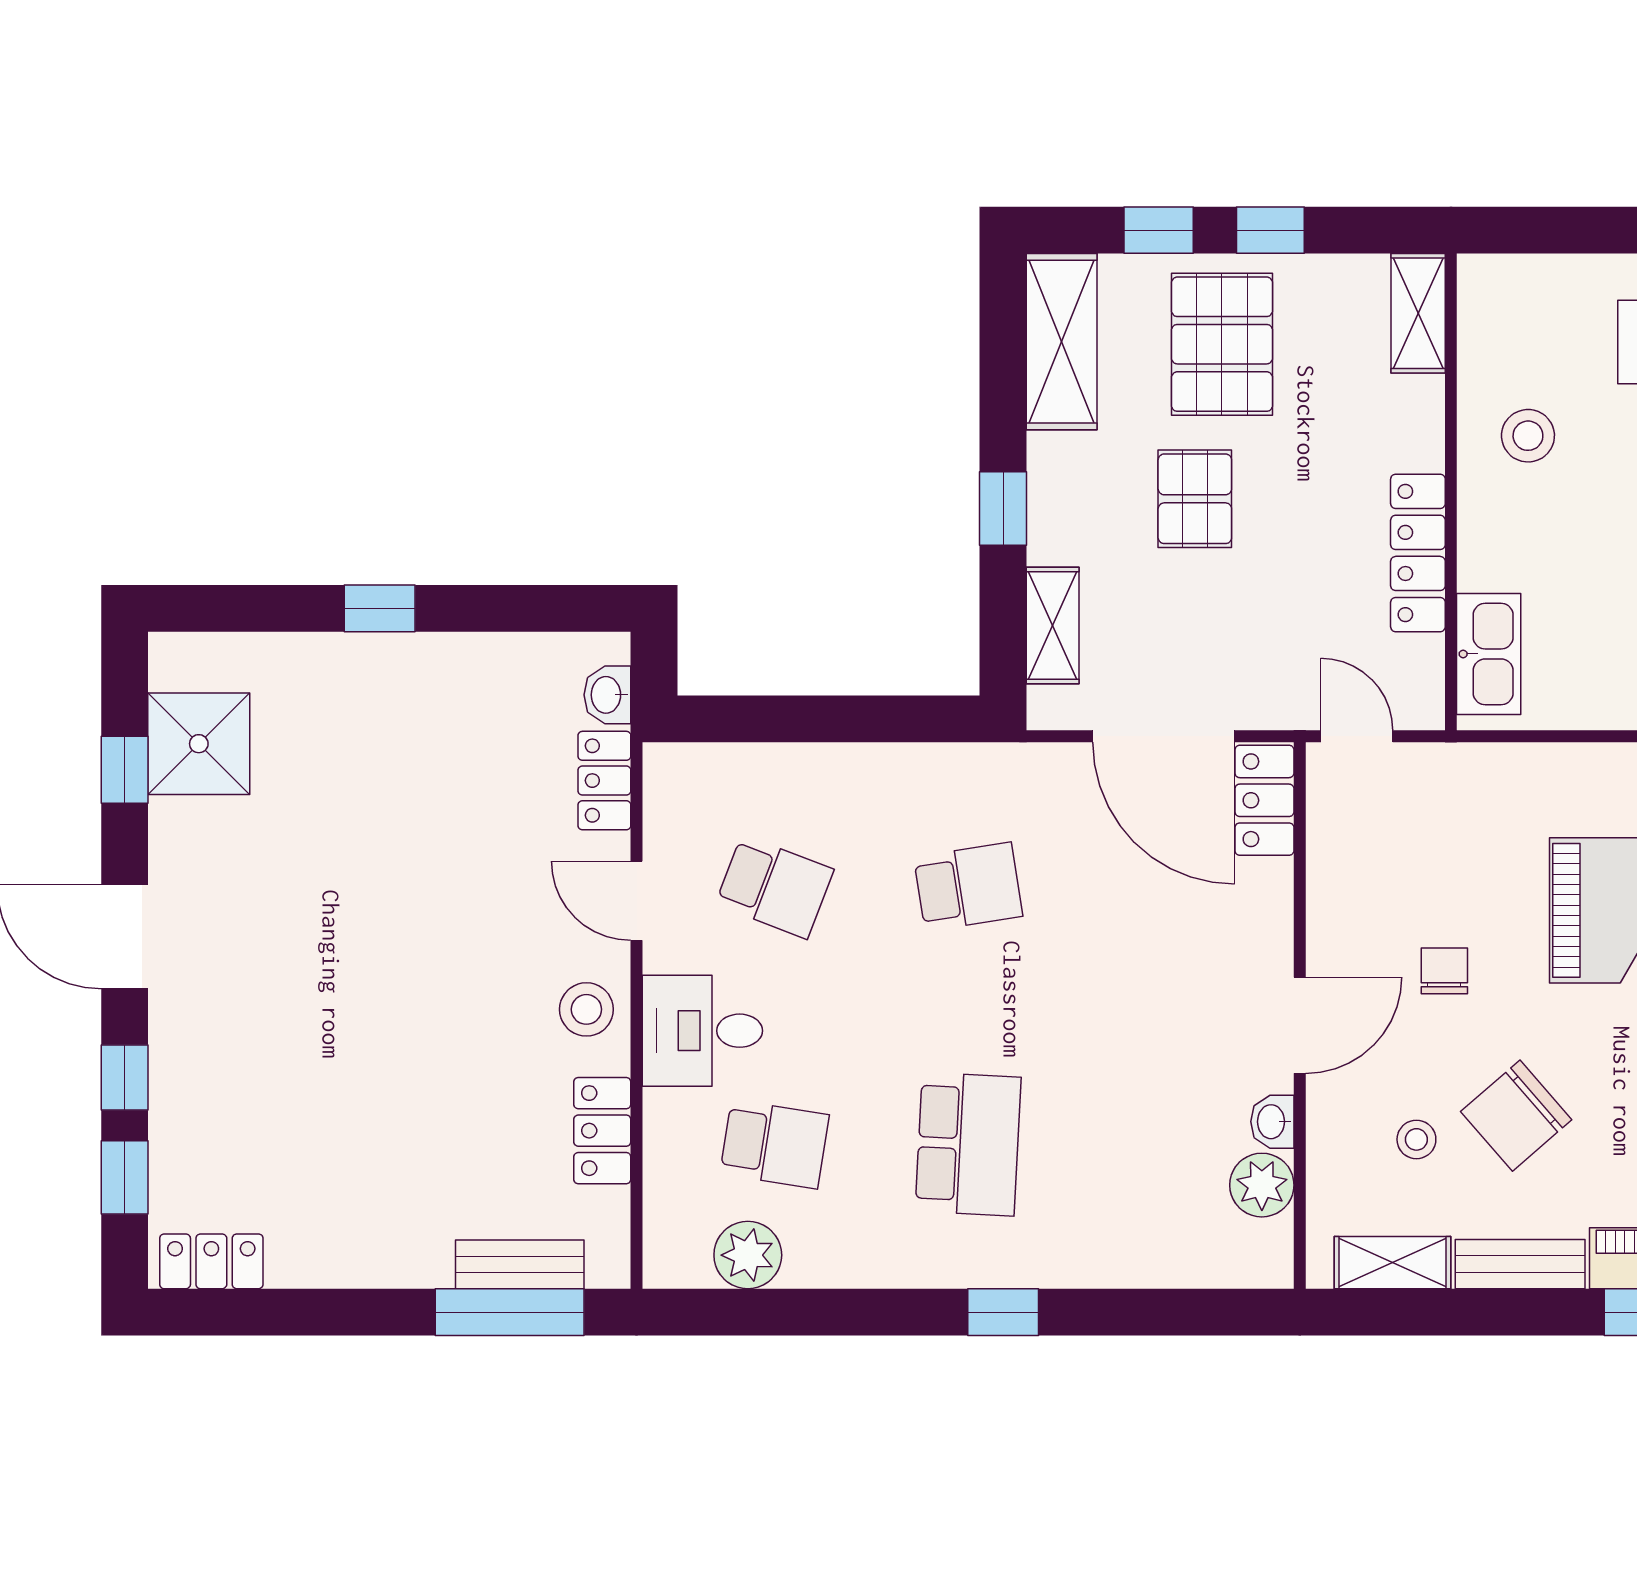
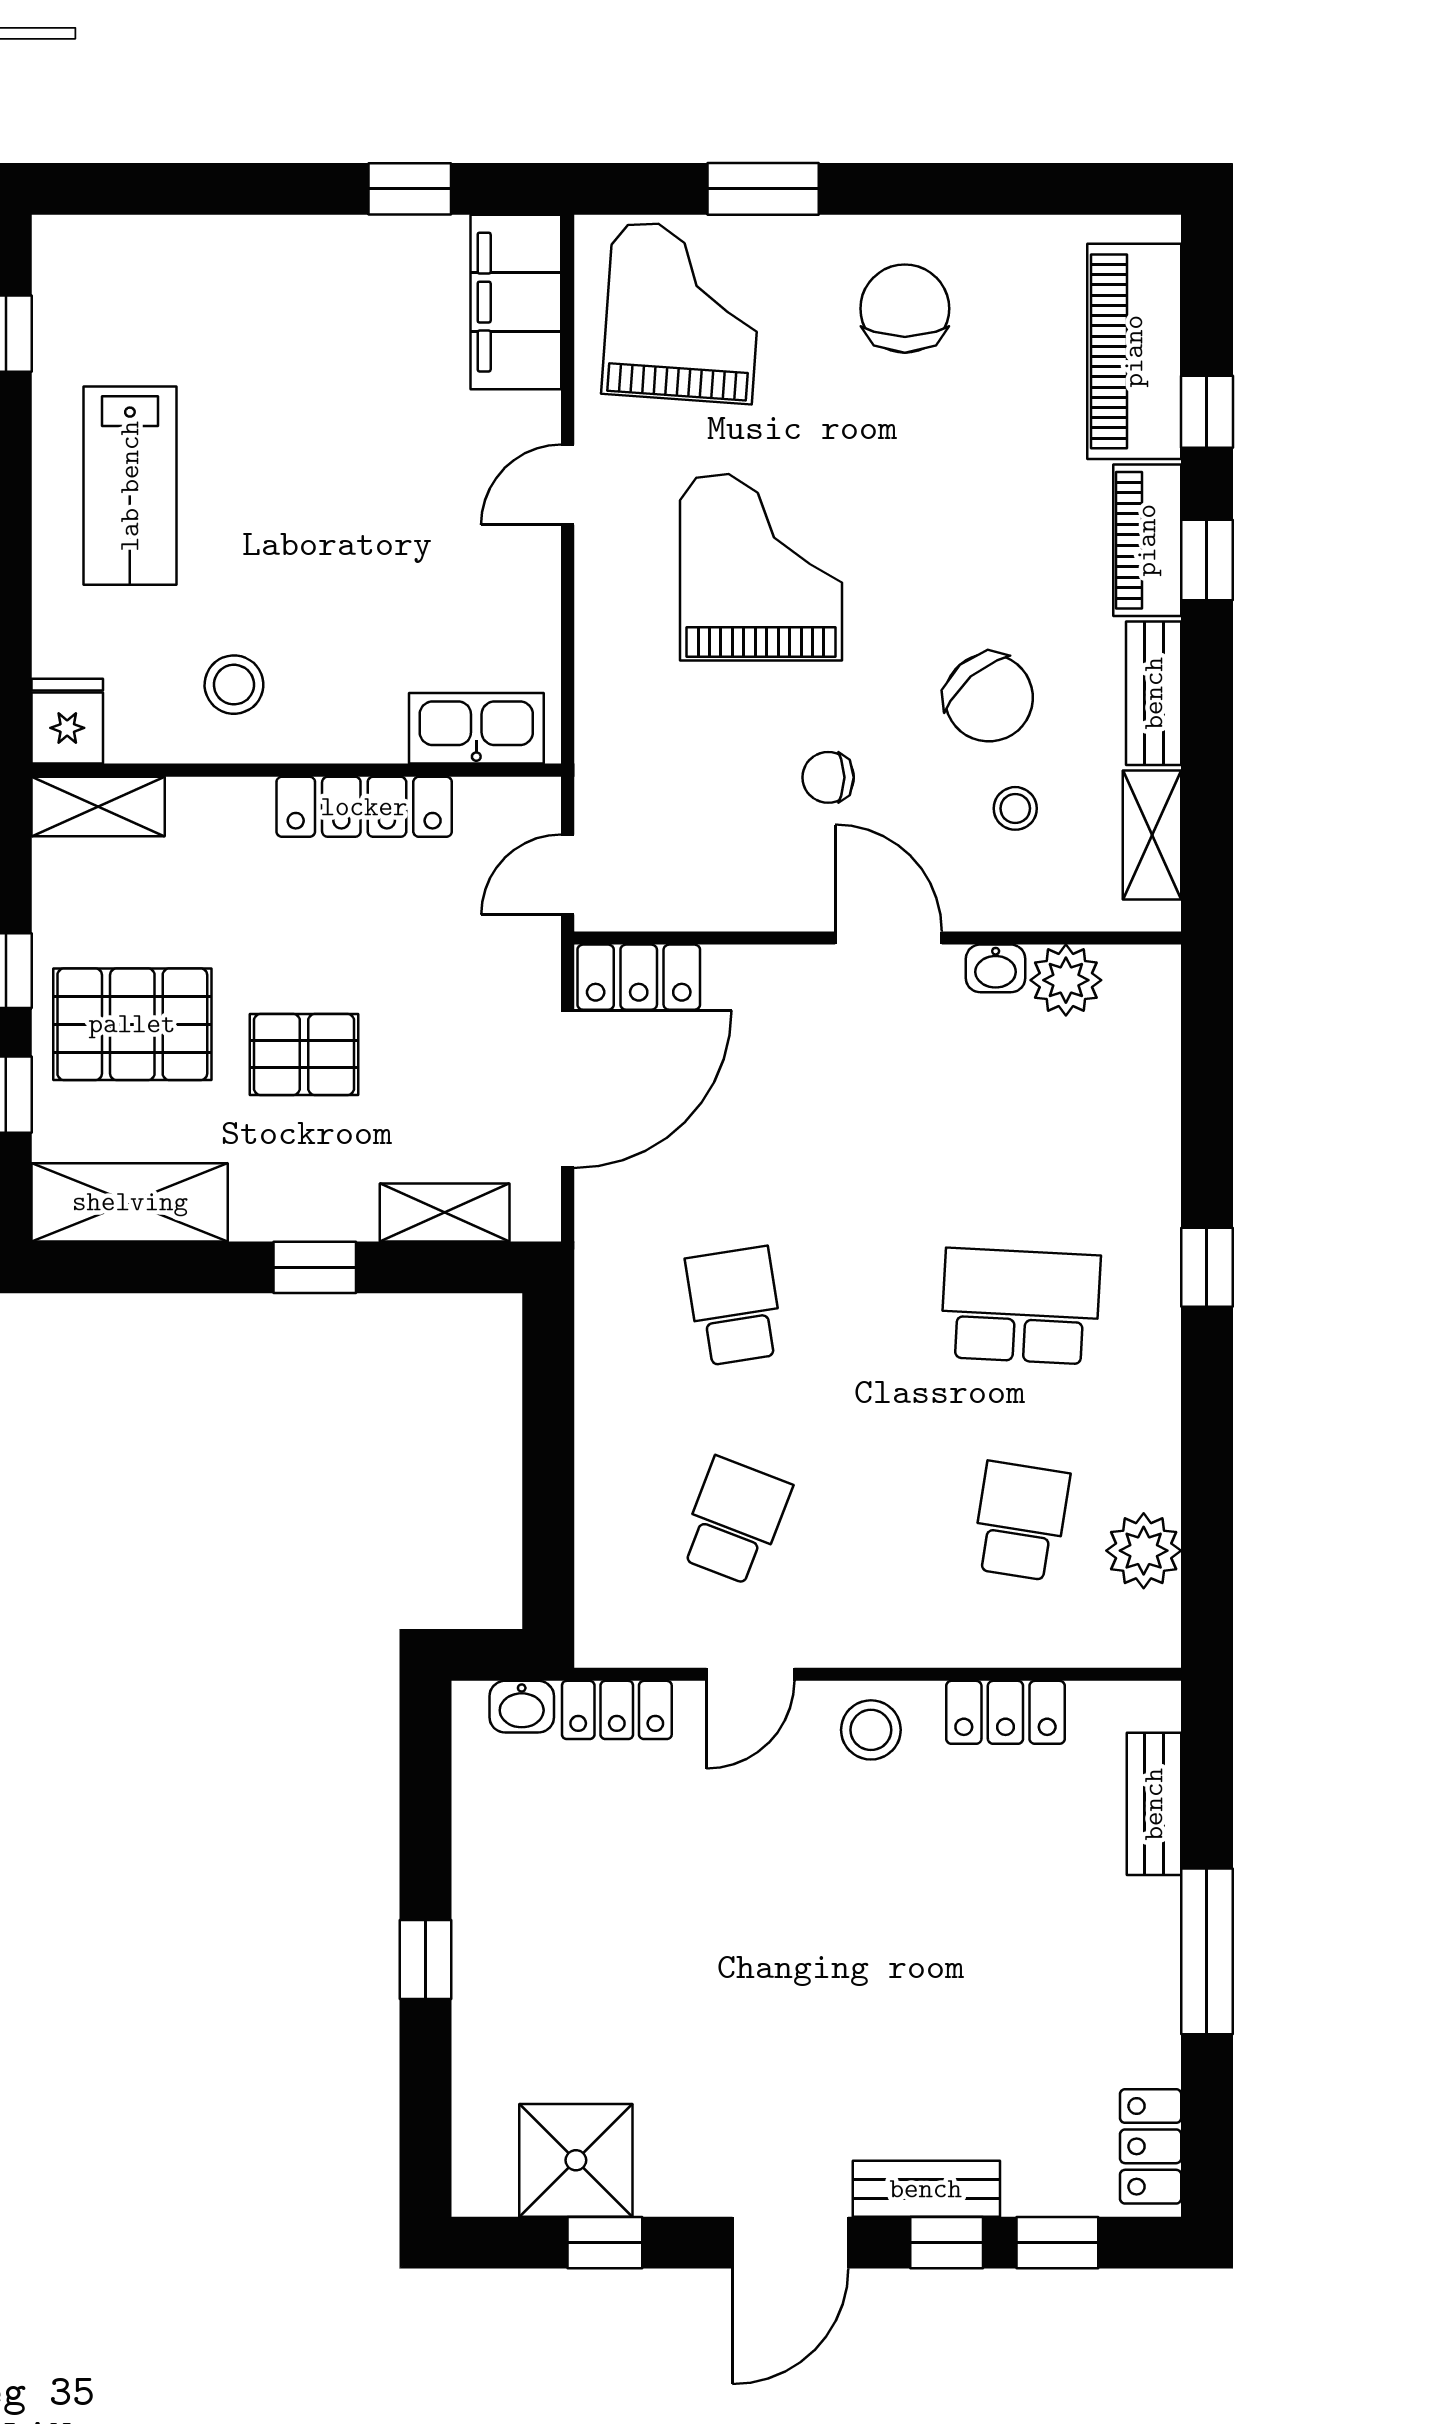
fridge: (1495, 286) -> (67, 721), added
desk: (702, 1031) -> (895, 1601), removed
bench: (173, 1059) -> (926, 2189), added
window: (510, 1312) -> (1207, 1951), moved

